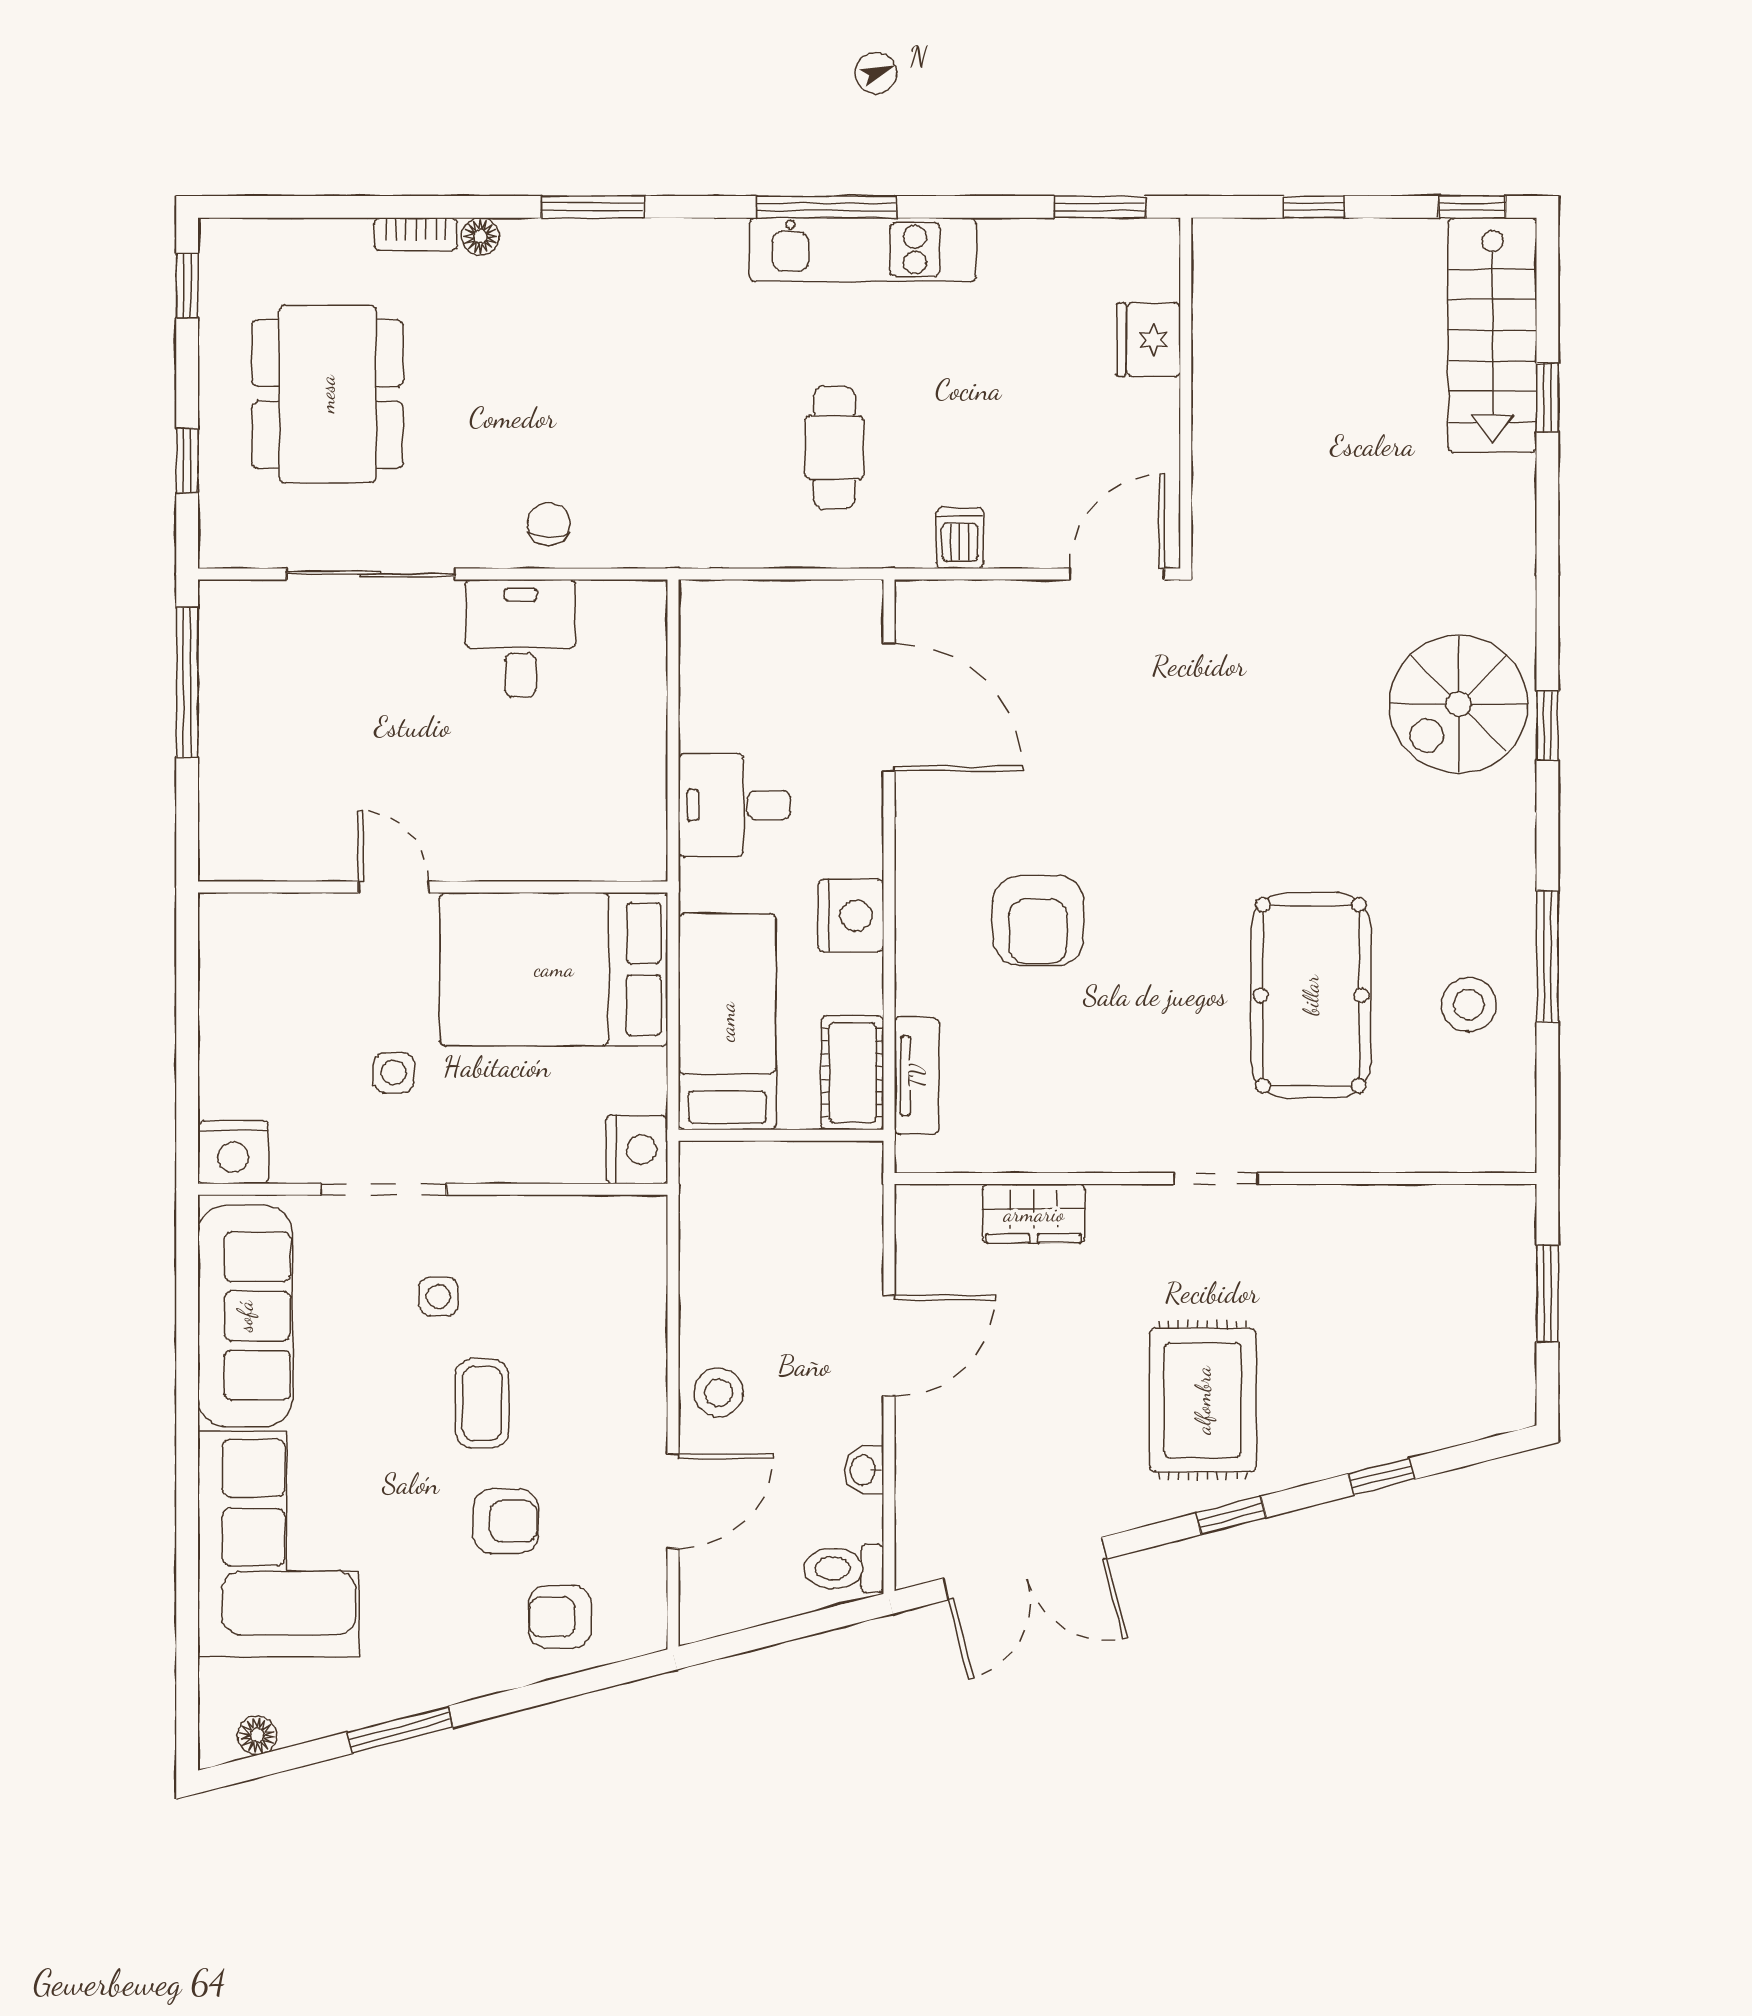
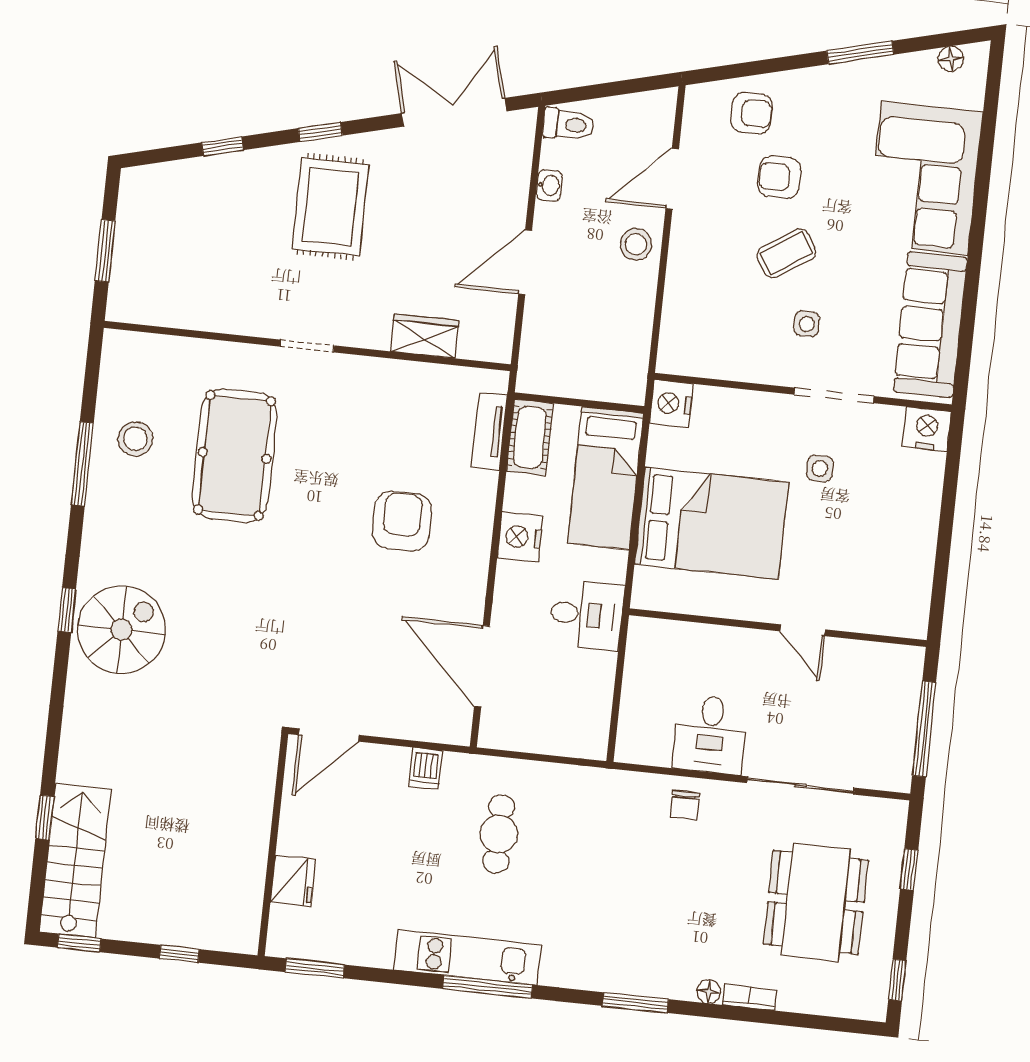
door: (394, 887) -> (803, 630), moved
wall: (433, 887) -> (778, 628), moved
coffee table: (482, 1403) -> (786, 253), turned 57

